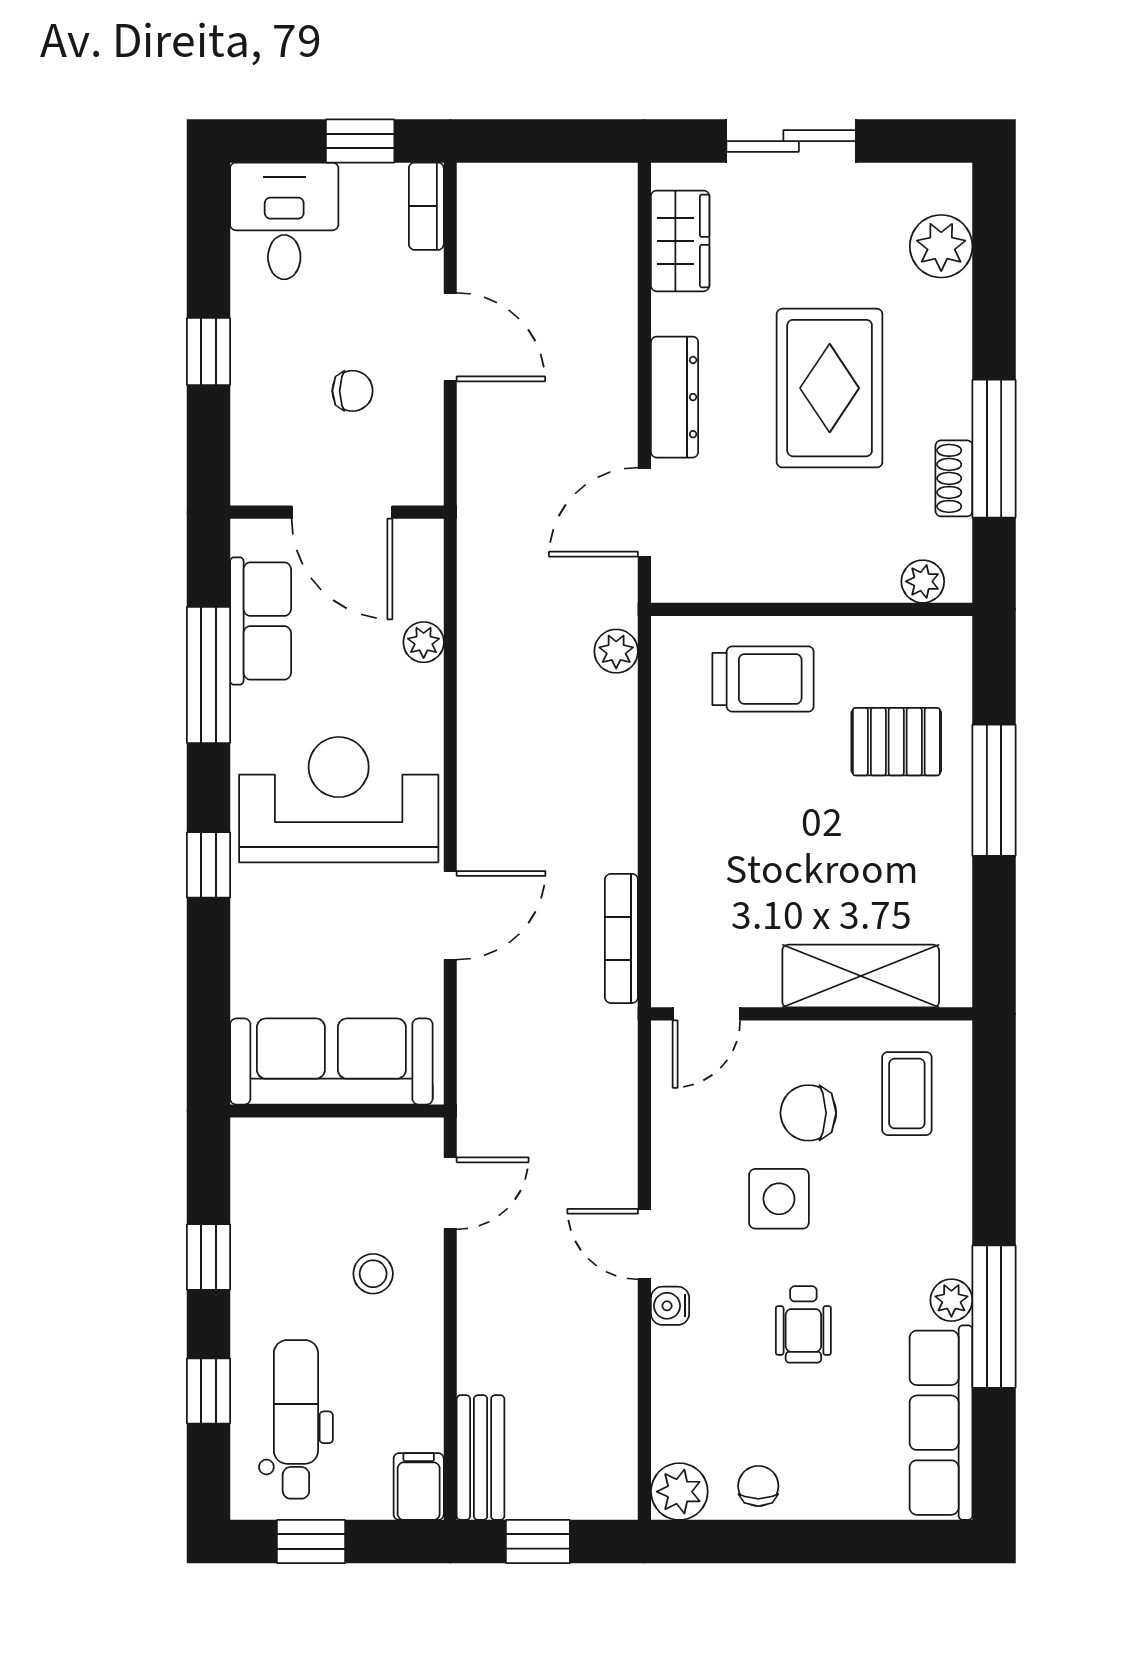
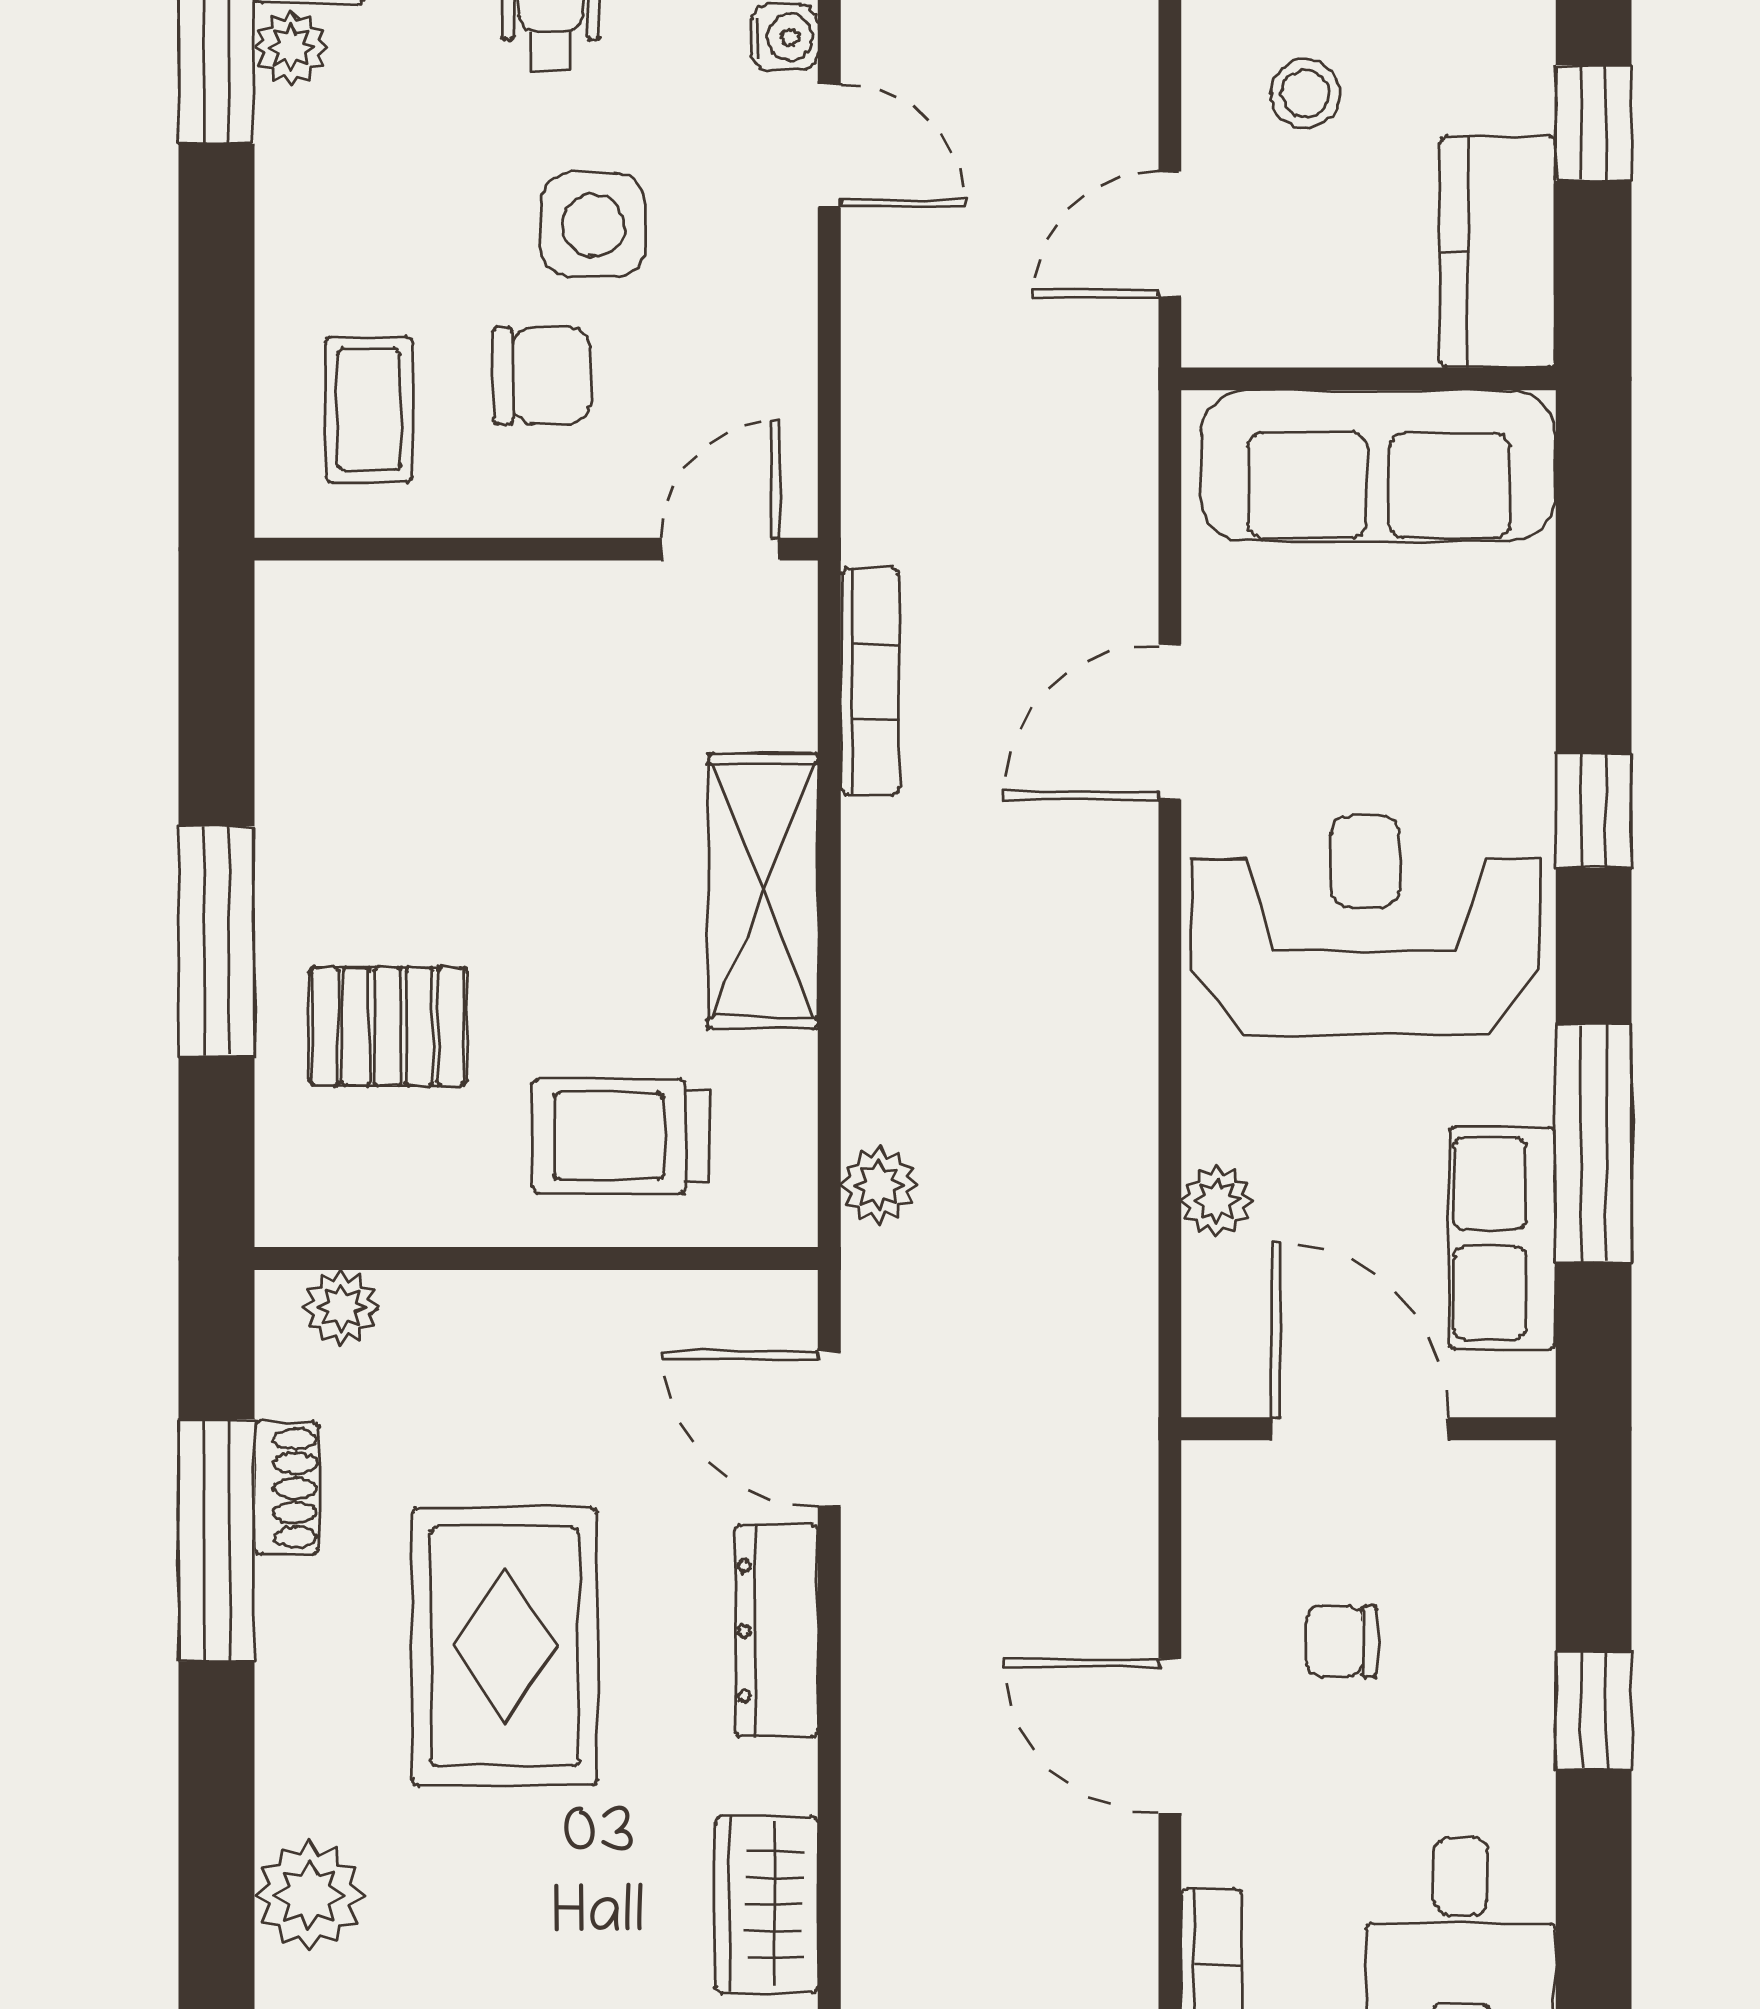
door: (644, 512) -> (829, 1429), swing flipped
reception desk: (339, 800) -> (1365, 925), turned 180
shelving: (861, 976) -> (763, 891), moved, turned 90
kitchen counter: (263, 1183) -> (1498, 252), added

